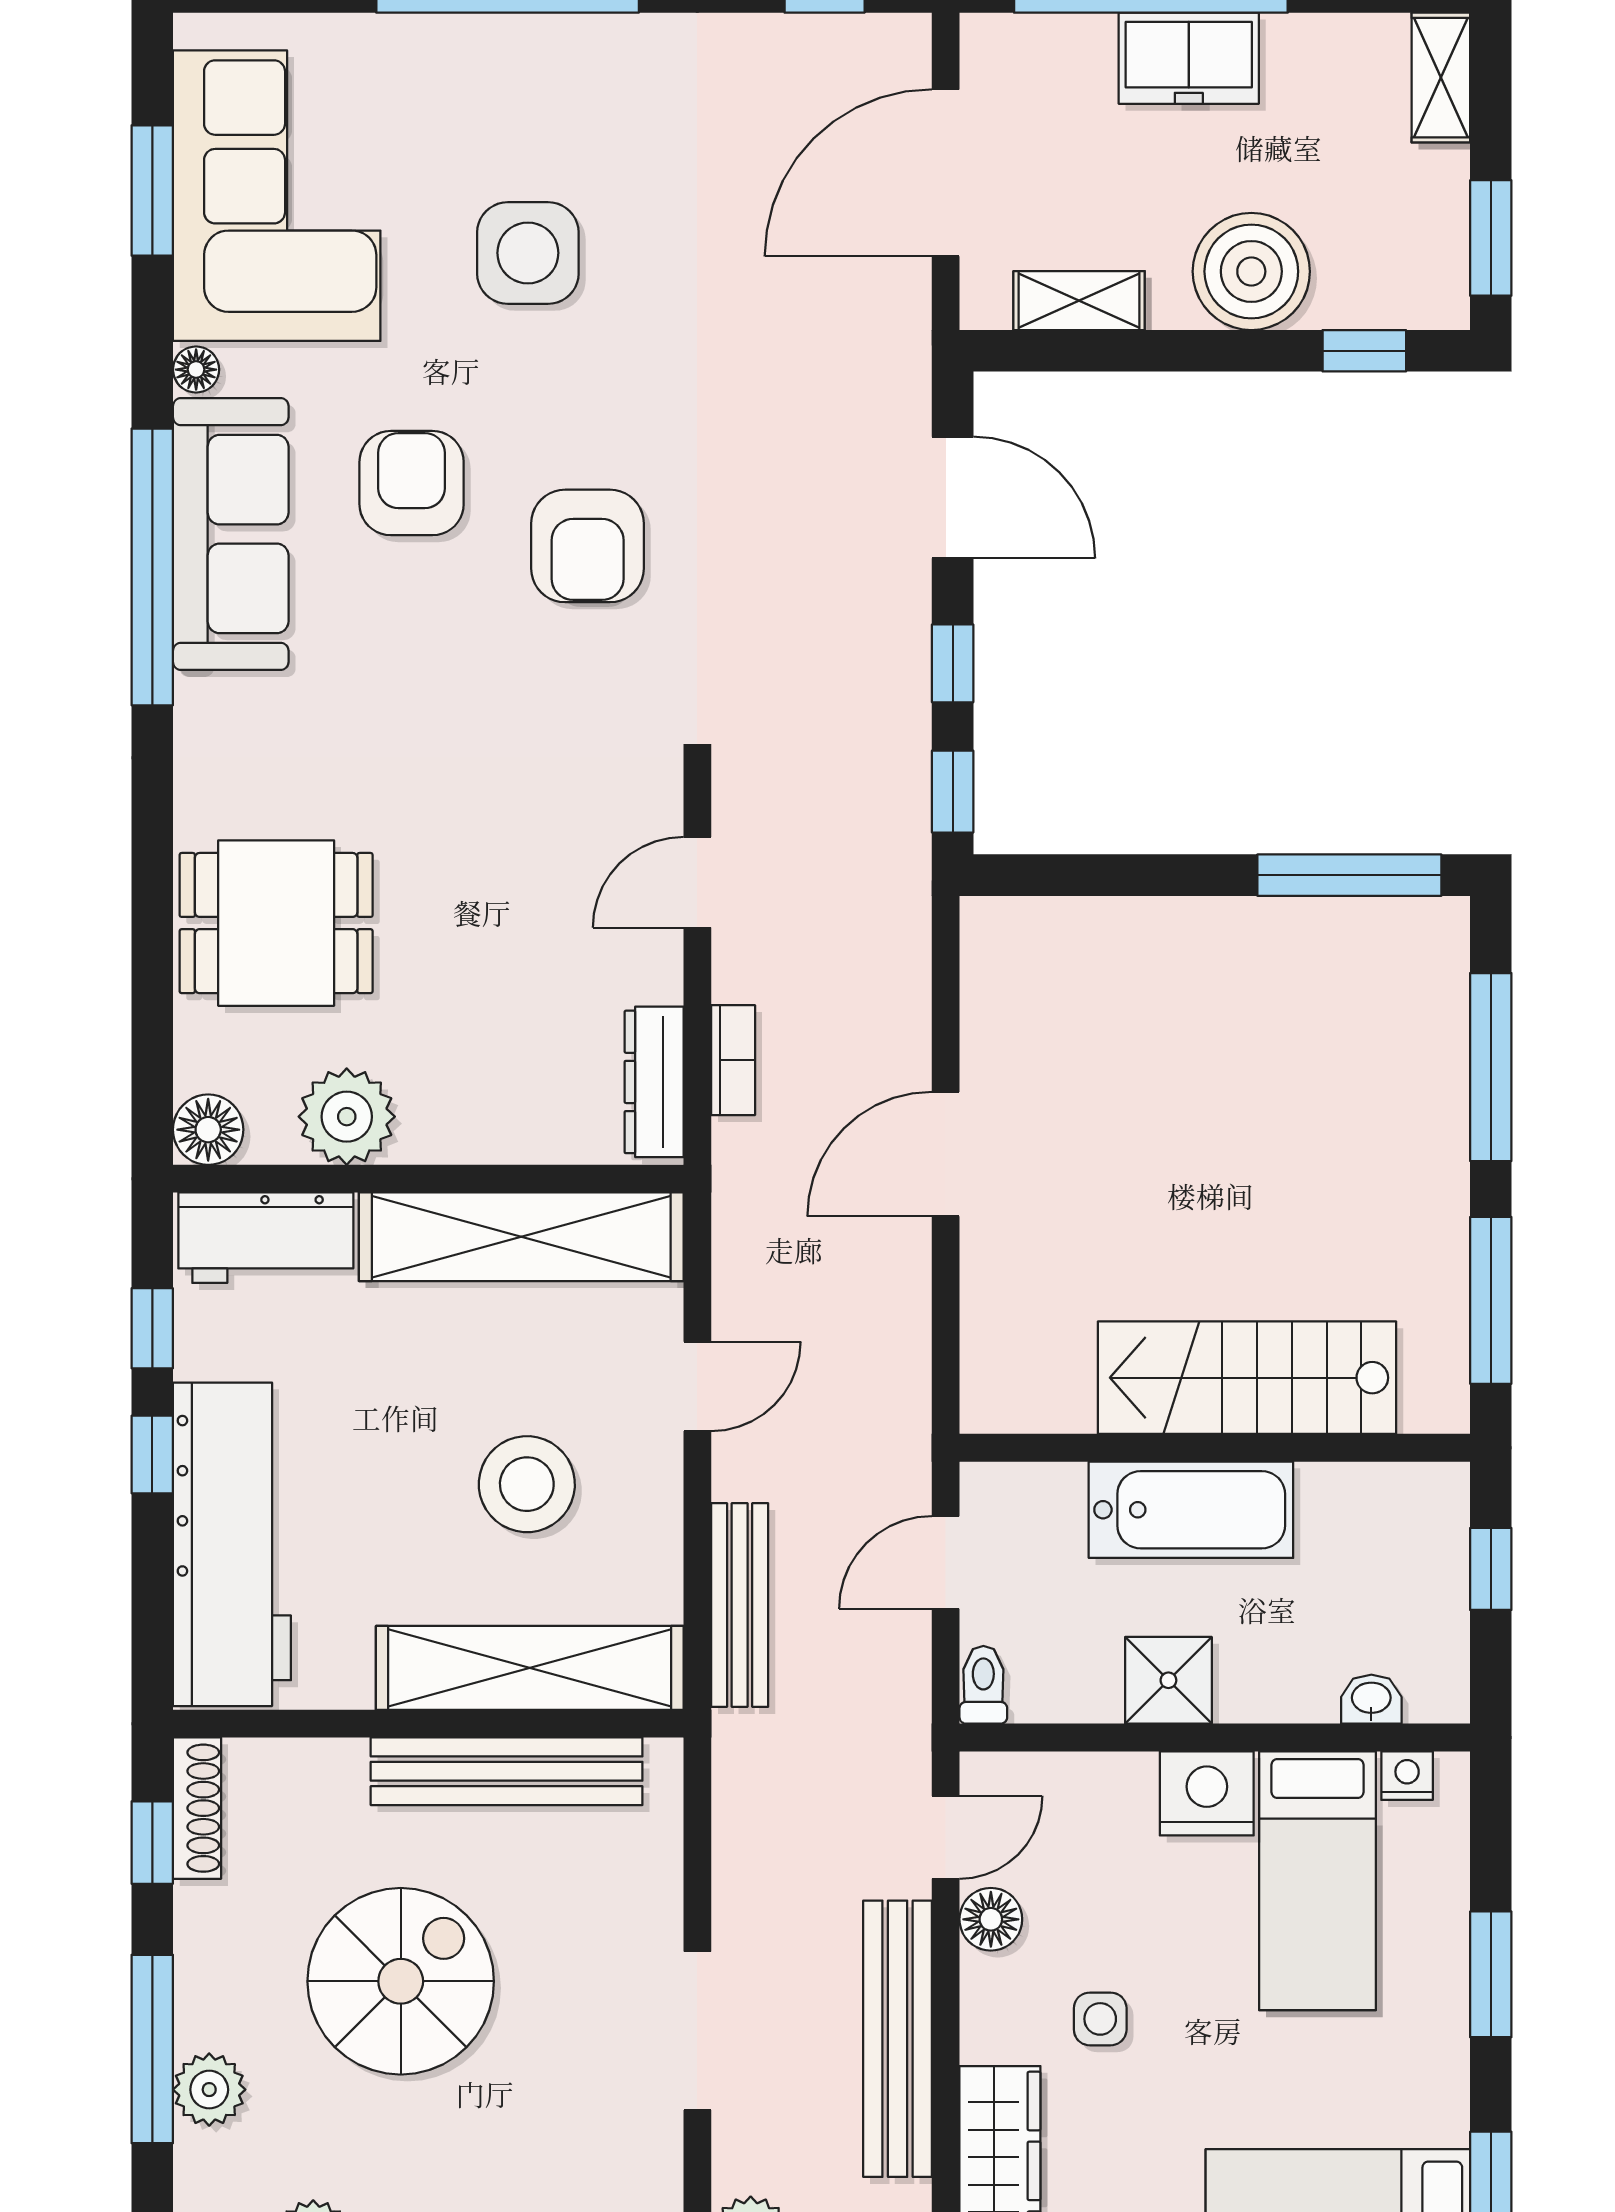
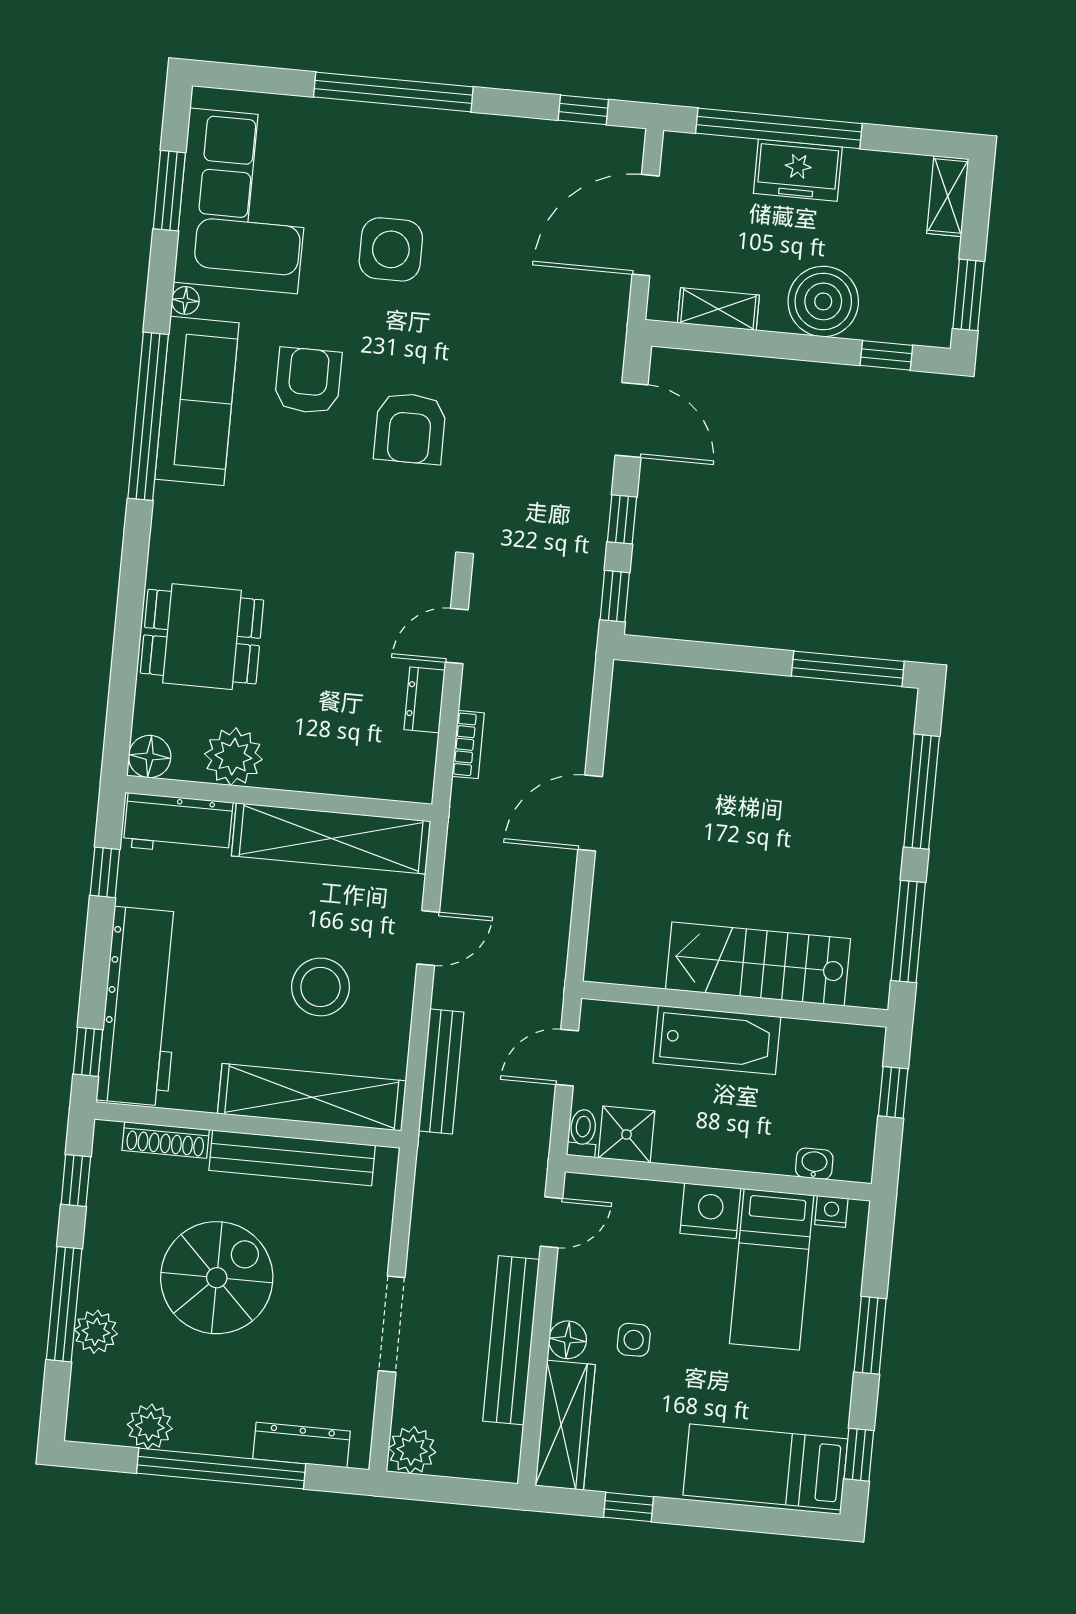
dresser: (654, 1082) -> (425, 700), moved, width x0.70
window: (152, 1454) -> (88, 1052), moved
shower: (1168, 1680) -> (626, 1134), moved
shoe rack: (197, 1808) -> (166, 1140), moved, turned 90
floor lamp: (991, 1919) -> (568, 1340), moved

